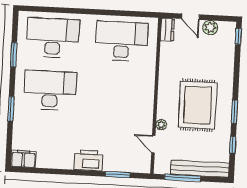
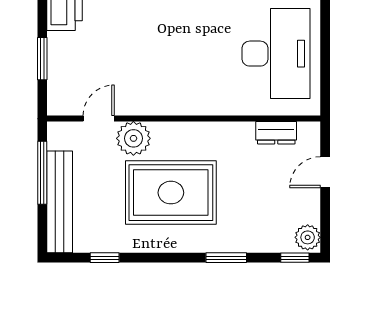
plant: (210, 28) -> (308, 237), moved
dresser: (167, 30) -> (276, 133), moved
window: (234, 112) -> (226, 258), moved
plant: (161, 125) -> (133, 138), width x1.88, depth x1.88

